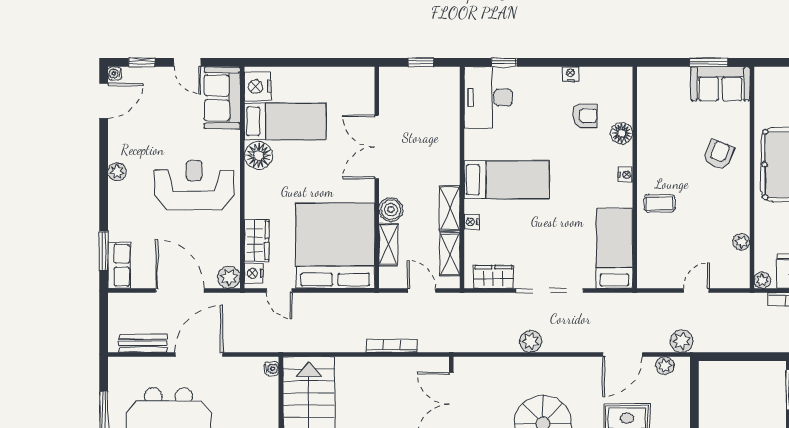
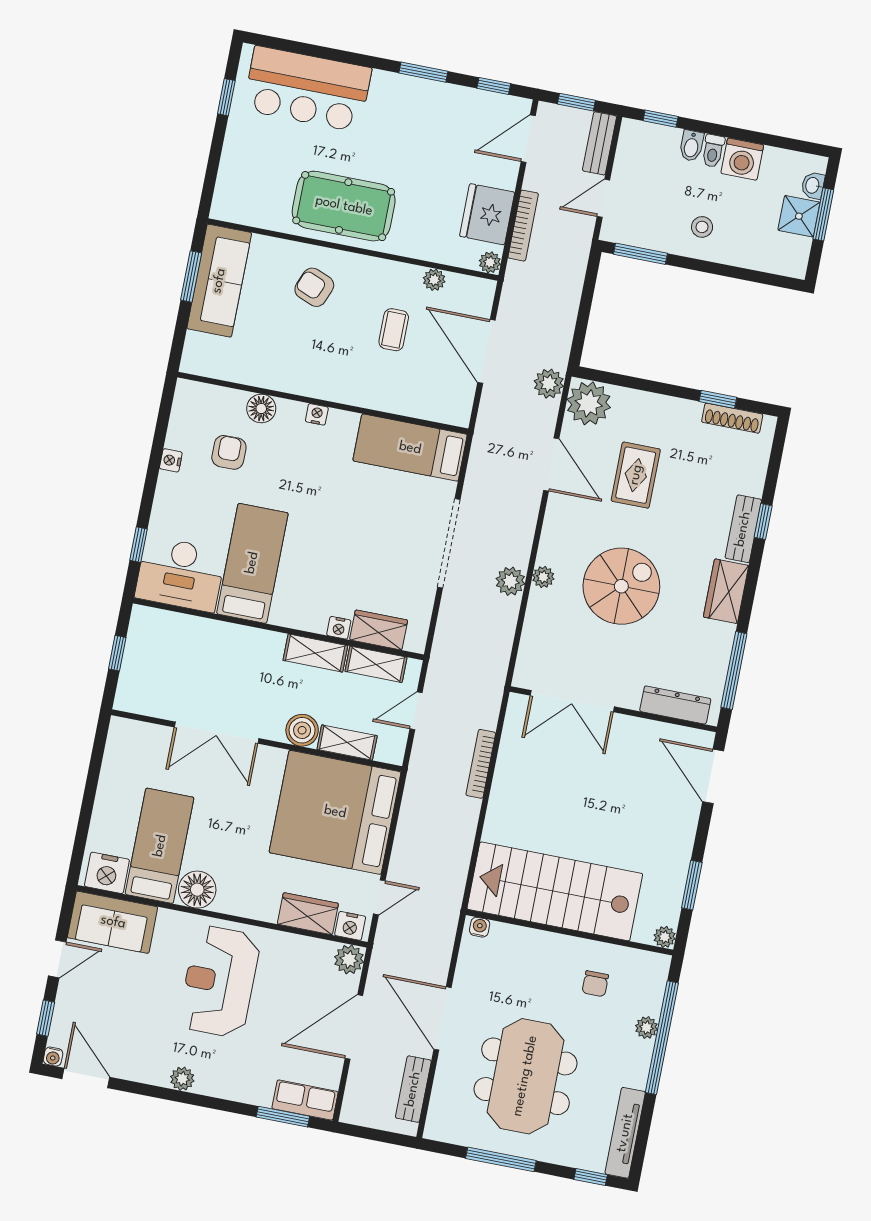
sofa: (720, 84) -> (219, 281), width x1.36
bed: (506, 180) -> (252, 563), moved
coffee table: (660, 203) -> (394, 330), moved
wardrobe: (493, 277) -> (379, 630), moved, turned 90
door: (696, 291) -> (486, 351), width x1.88
plant: (538, 365) -> (543, 577), added
plant: (665, 366) -> (589, 403), width x1.88, depth x1.88

